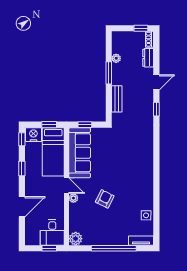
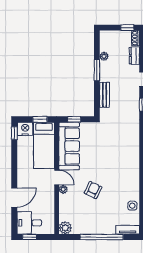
window: (22, 169) -> (14, 161), removed
desk: (52, 232) -> (29, 223), moved, turned 90
window: (49, 248) -> (29, 237), moved

